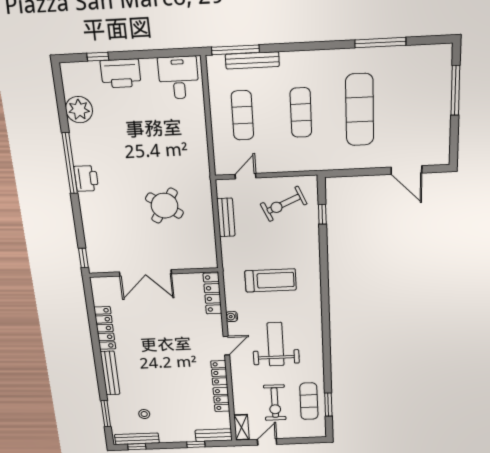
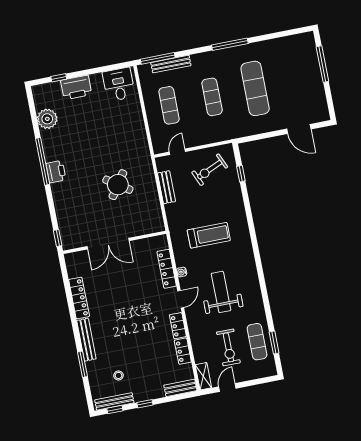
window: (380, 43) -> (230, 44), moved
locker: (213, 293) -> (167, 269), moved
window: (106, 414) -> (82, 364), moved
window: (196, 444) -> (145, 404), moved

